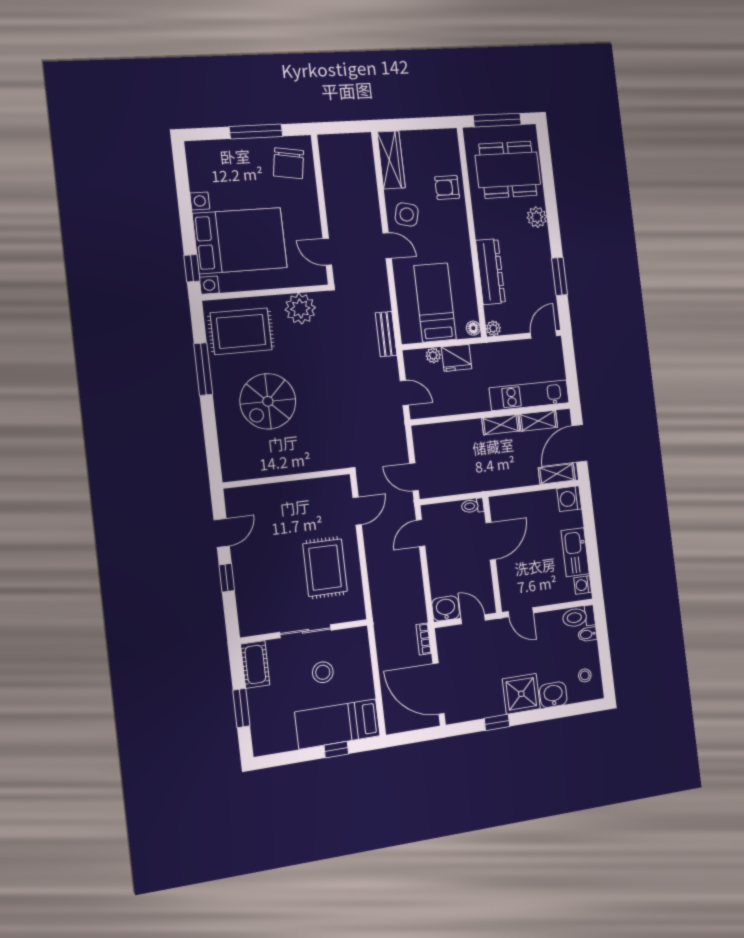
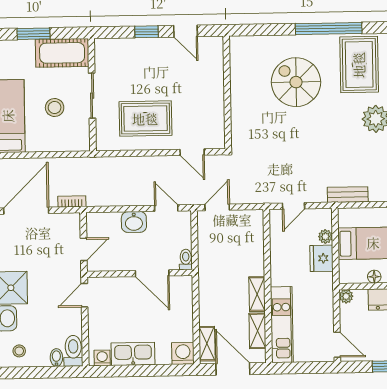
floor lamp: (473, 328) -> (374, 277), moved
window: (203, 369) -> (329, 29), width x1.46
washbasin: (446, 608) -> (134, 222), moved, turned 90
cot: (255, 664) -> (62, 53), width x1.37, depth x1.34

